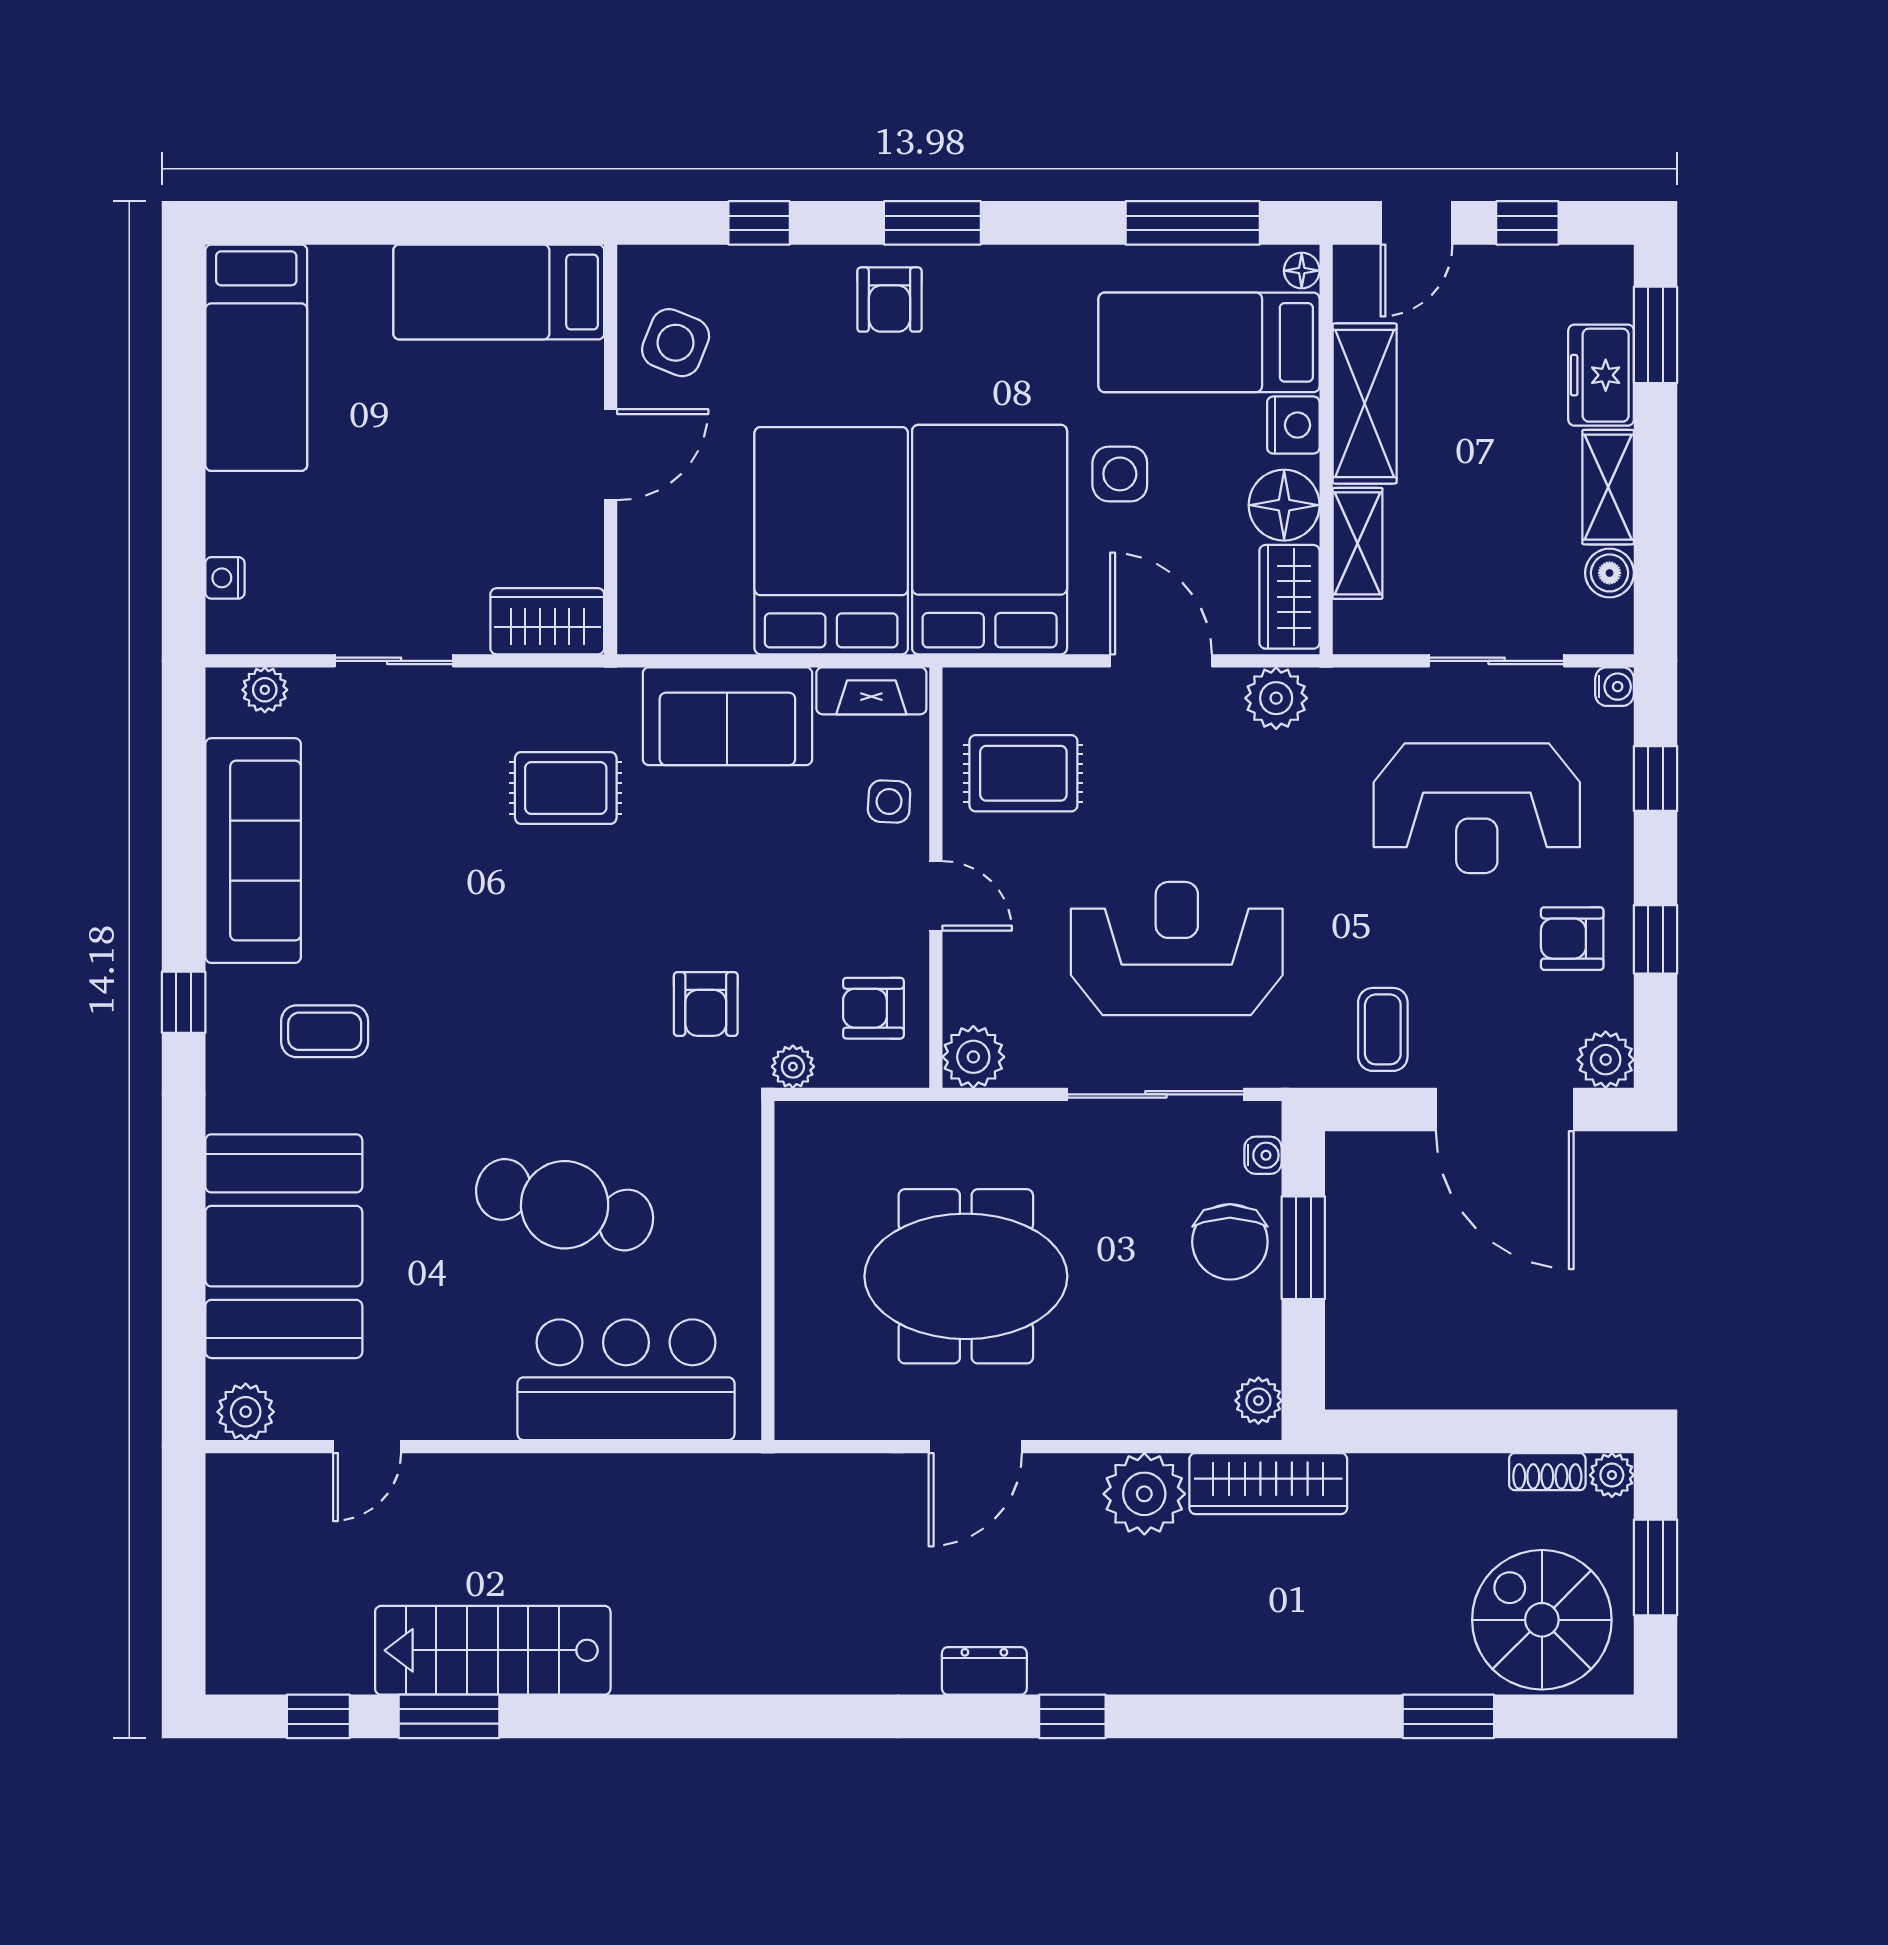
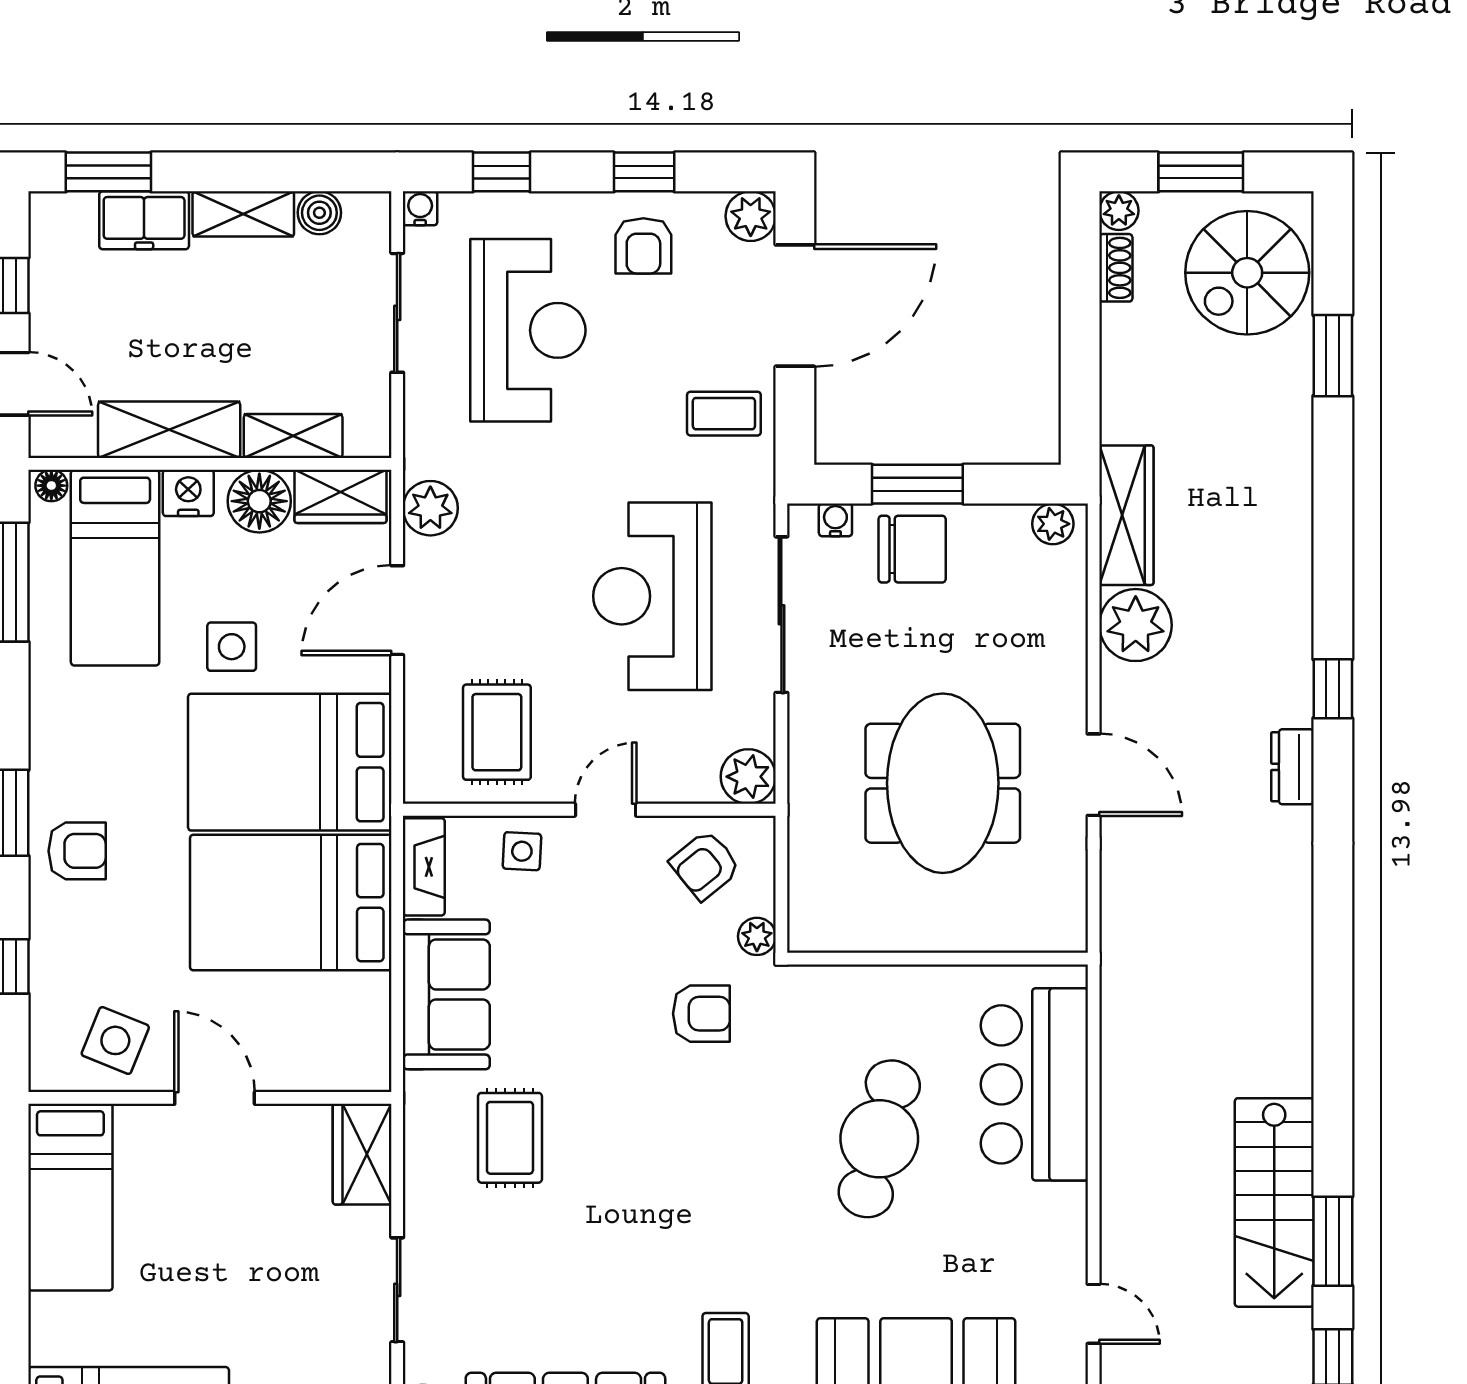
armchair: (873, 1008) -> (705, 865), turned 51

